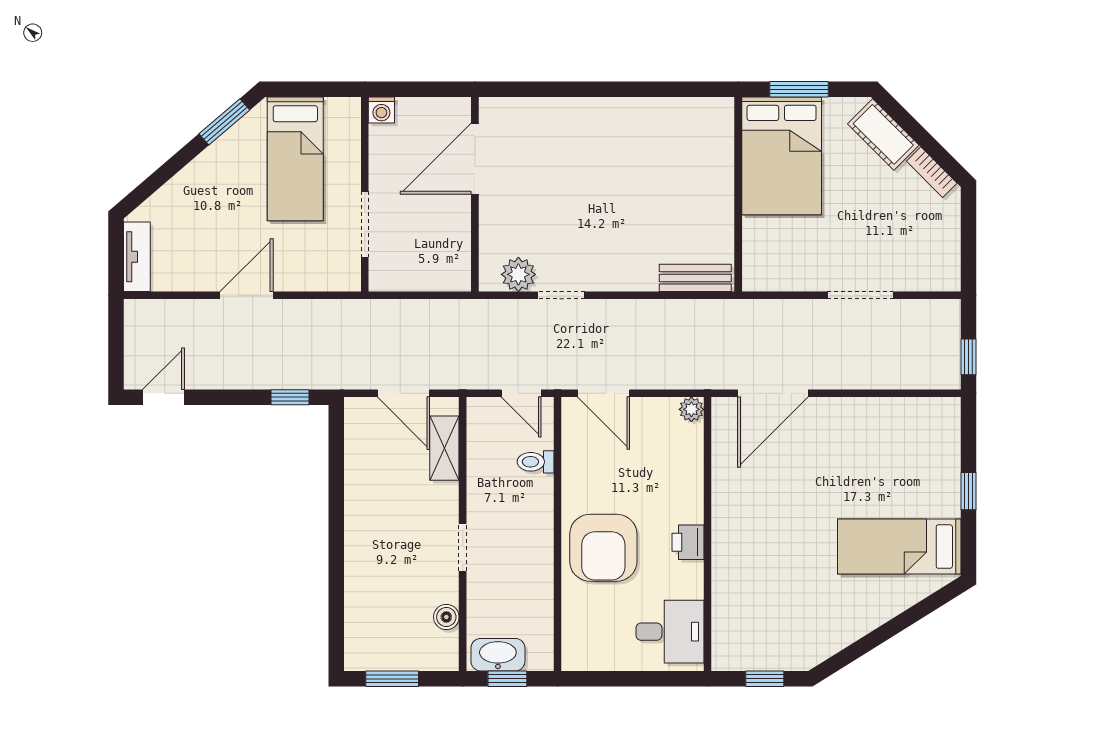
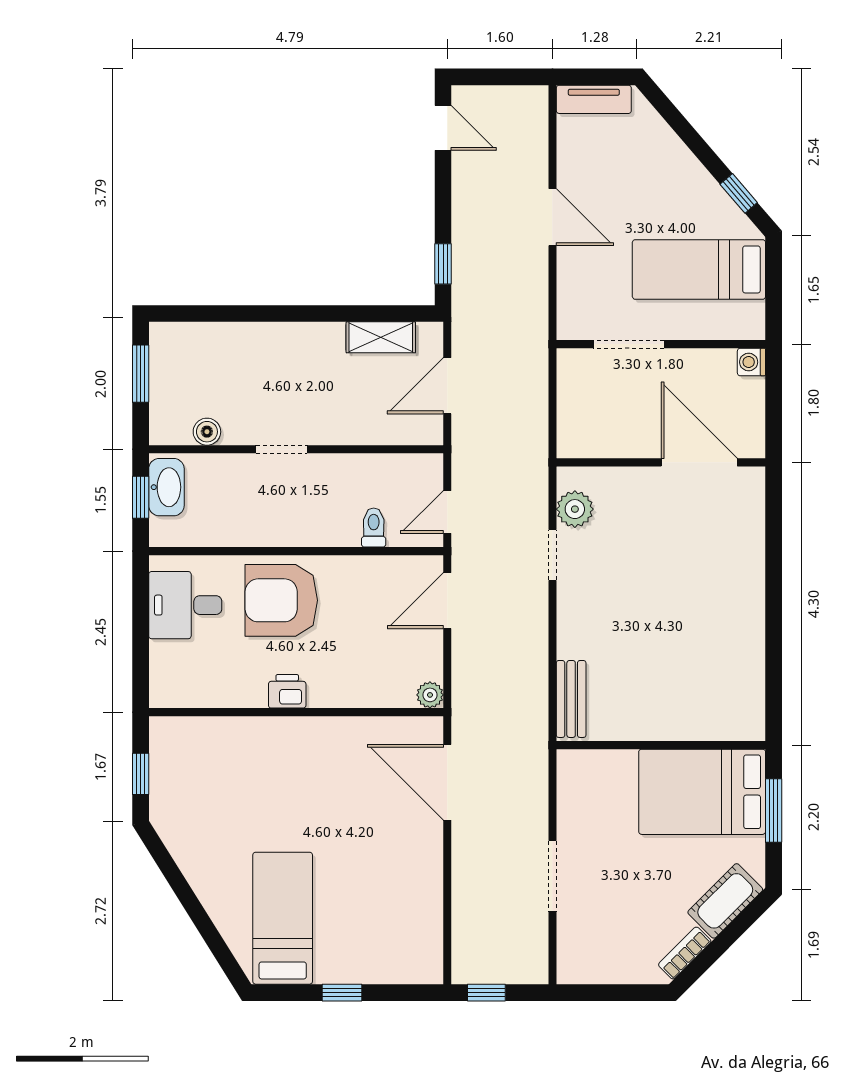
window: (224, 122) -> (739, 193), width x0.67
shelving: (444, 448) -> (381, 337), moved
desk: (670, 632) -> (185, 605), moved, turned 90

